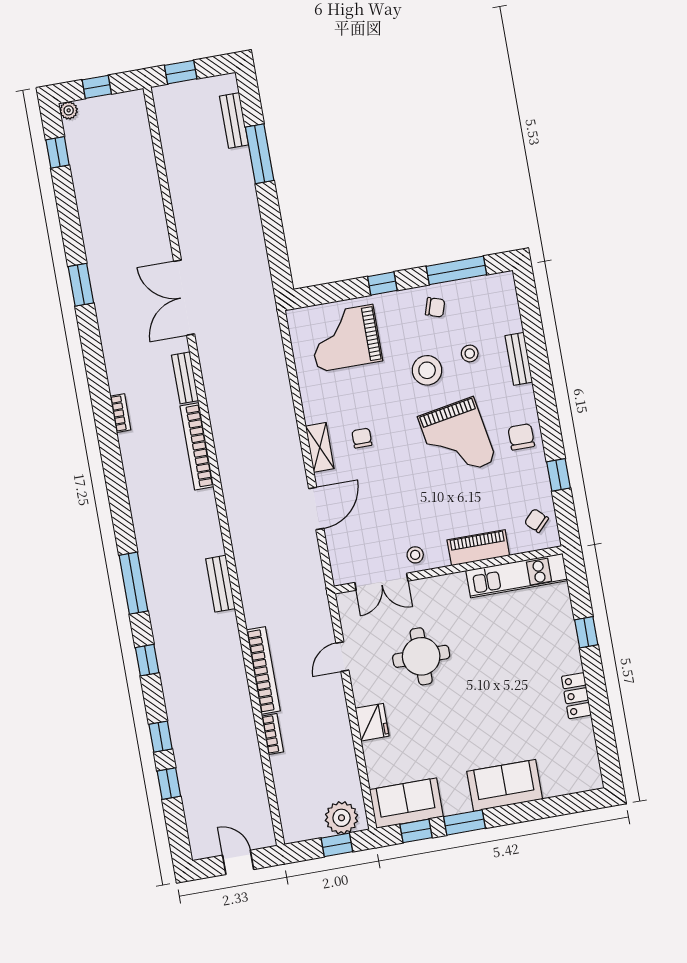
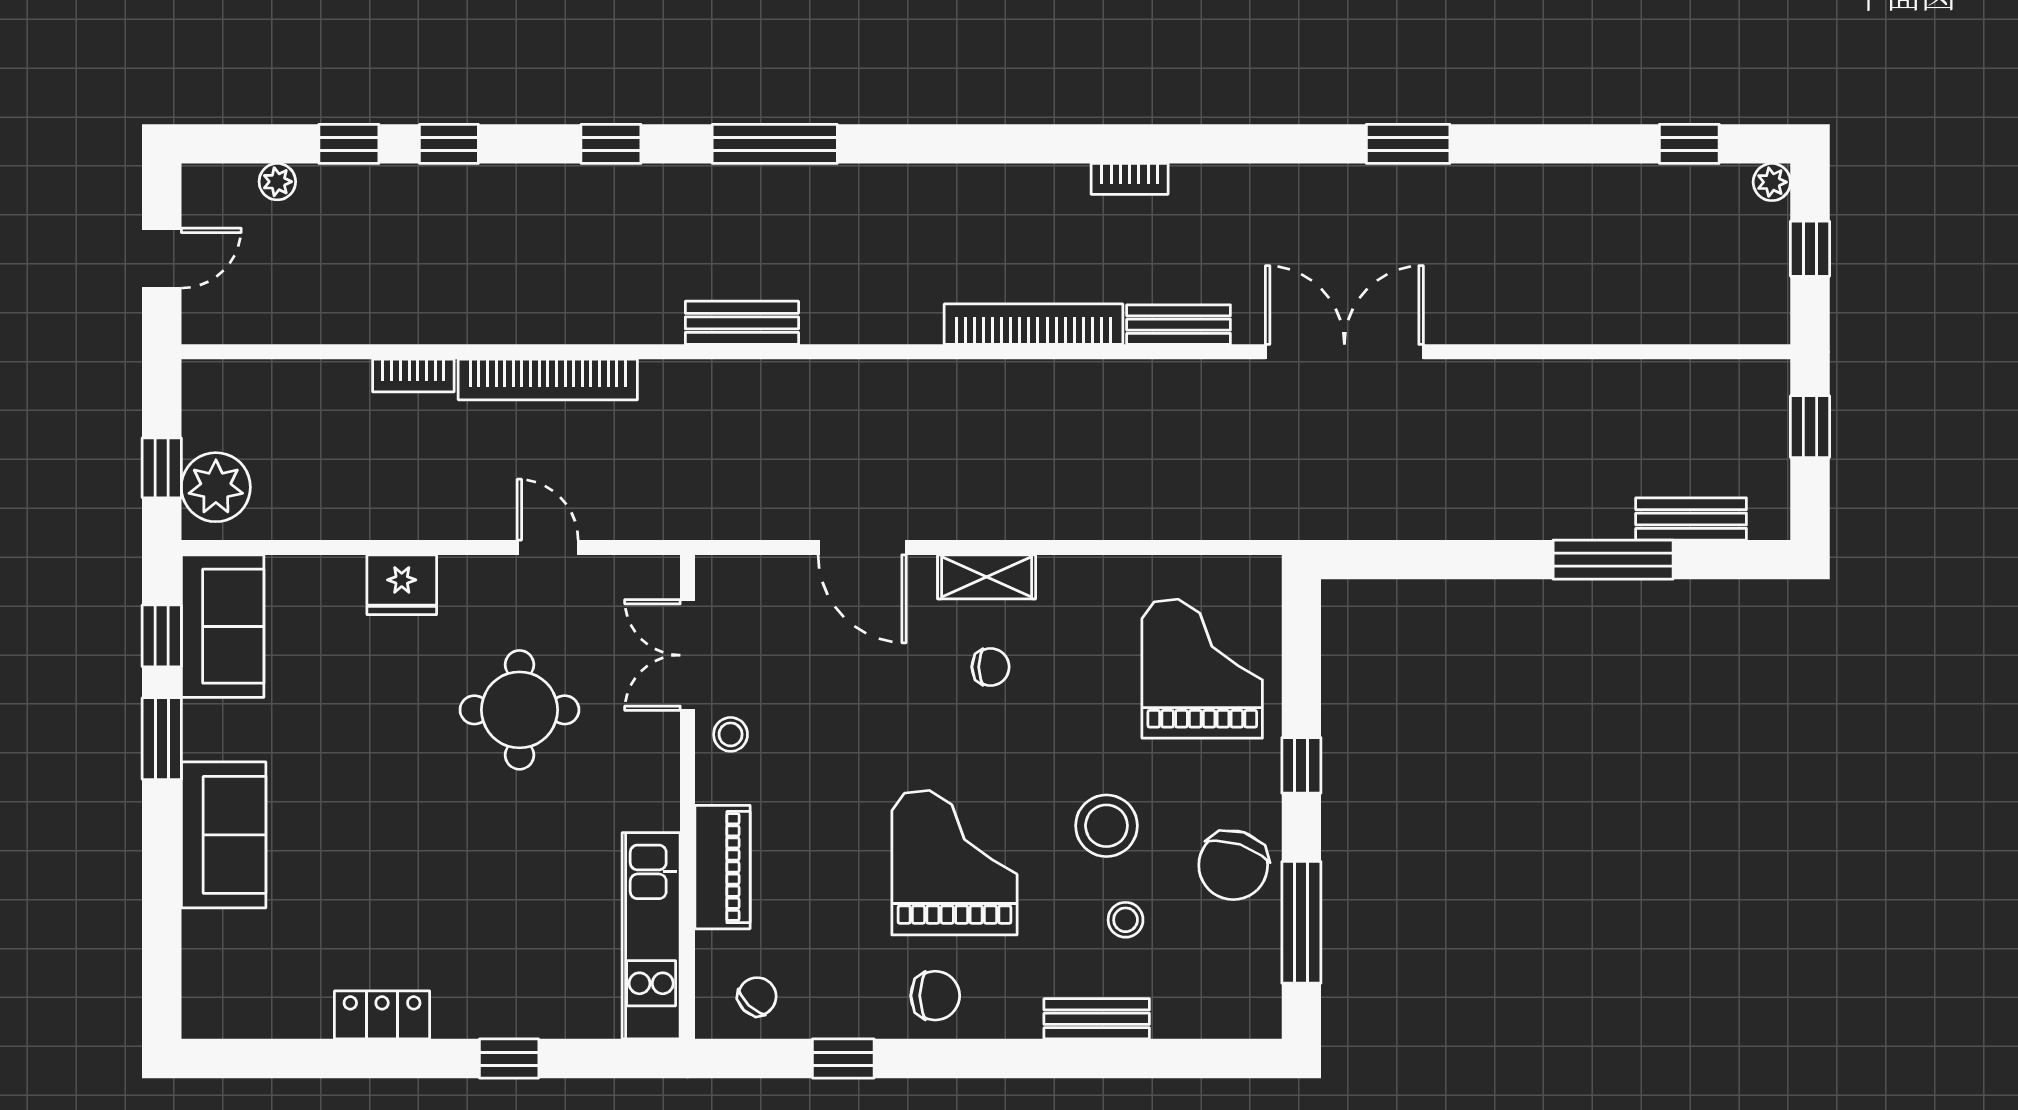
chair: (435, 307) -> (1233, 865), width x1.87, depth x1.87
grand piano: (457, 439) -> (954, 863), turned 100
plant: (193, 814) -> (277, 182), added

